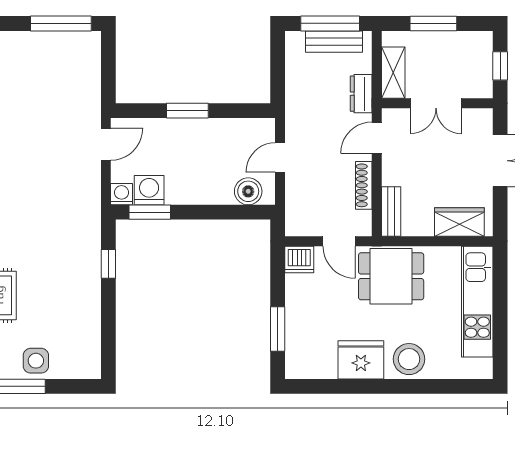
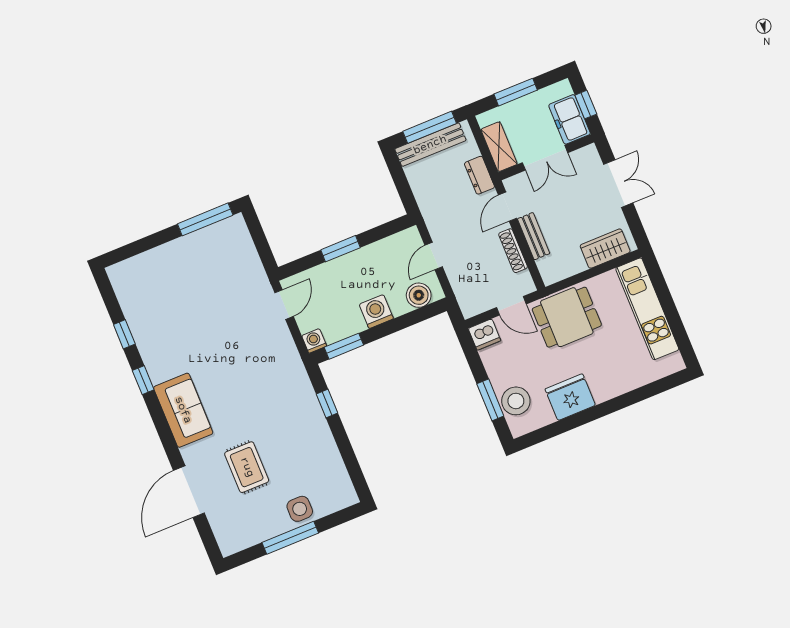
bench: (334, 42) -> (430, 145), width x1.36
freezer: (477, 74) -> (570, 119), added
washing machine: (149, 190) -> (376, 311), moved
bench: (391, 212) -> (534, 236), moved
stool: (409, 359) -> (516, 401), moved

